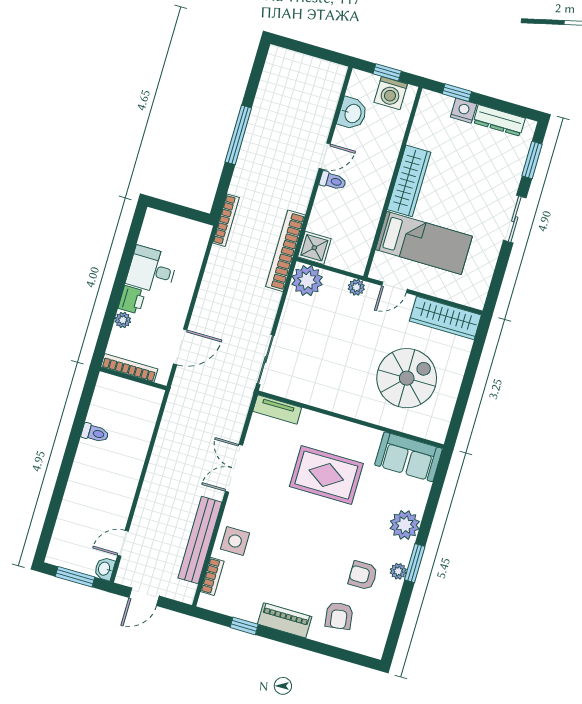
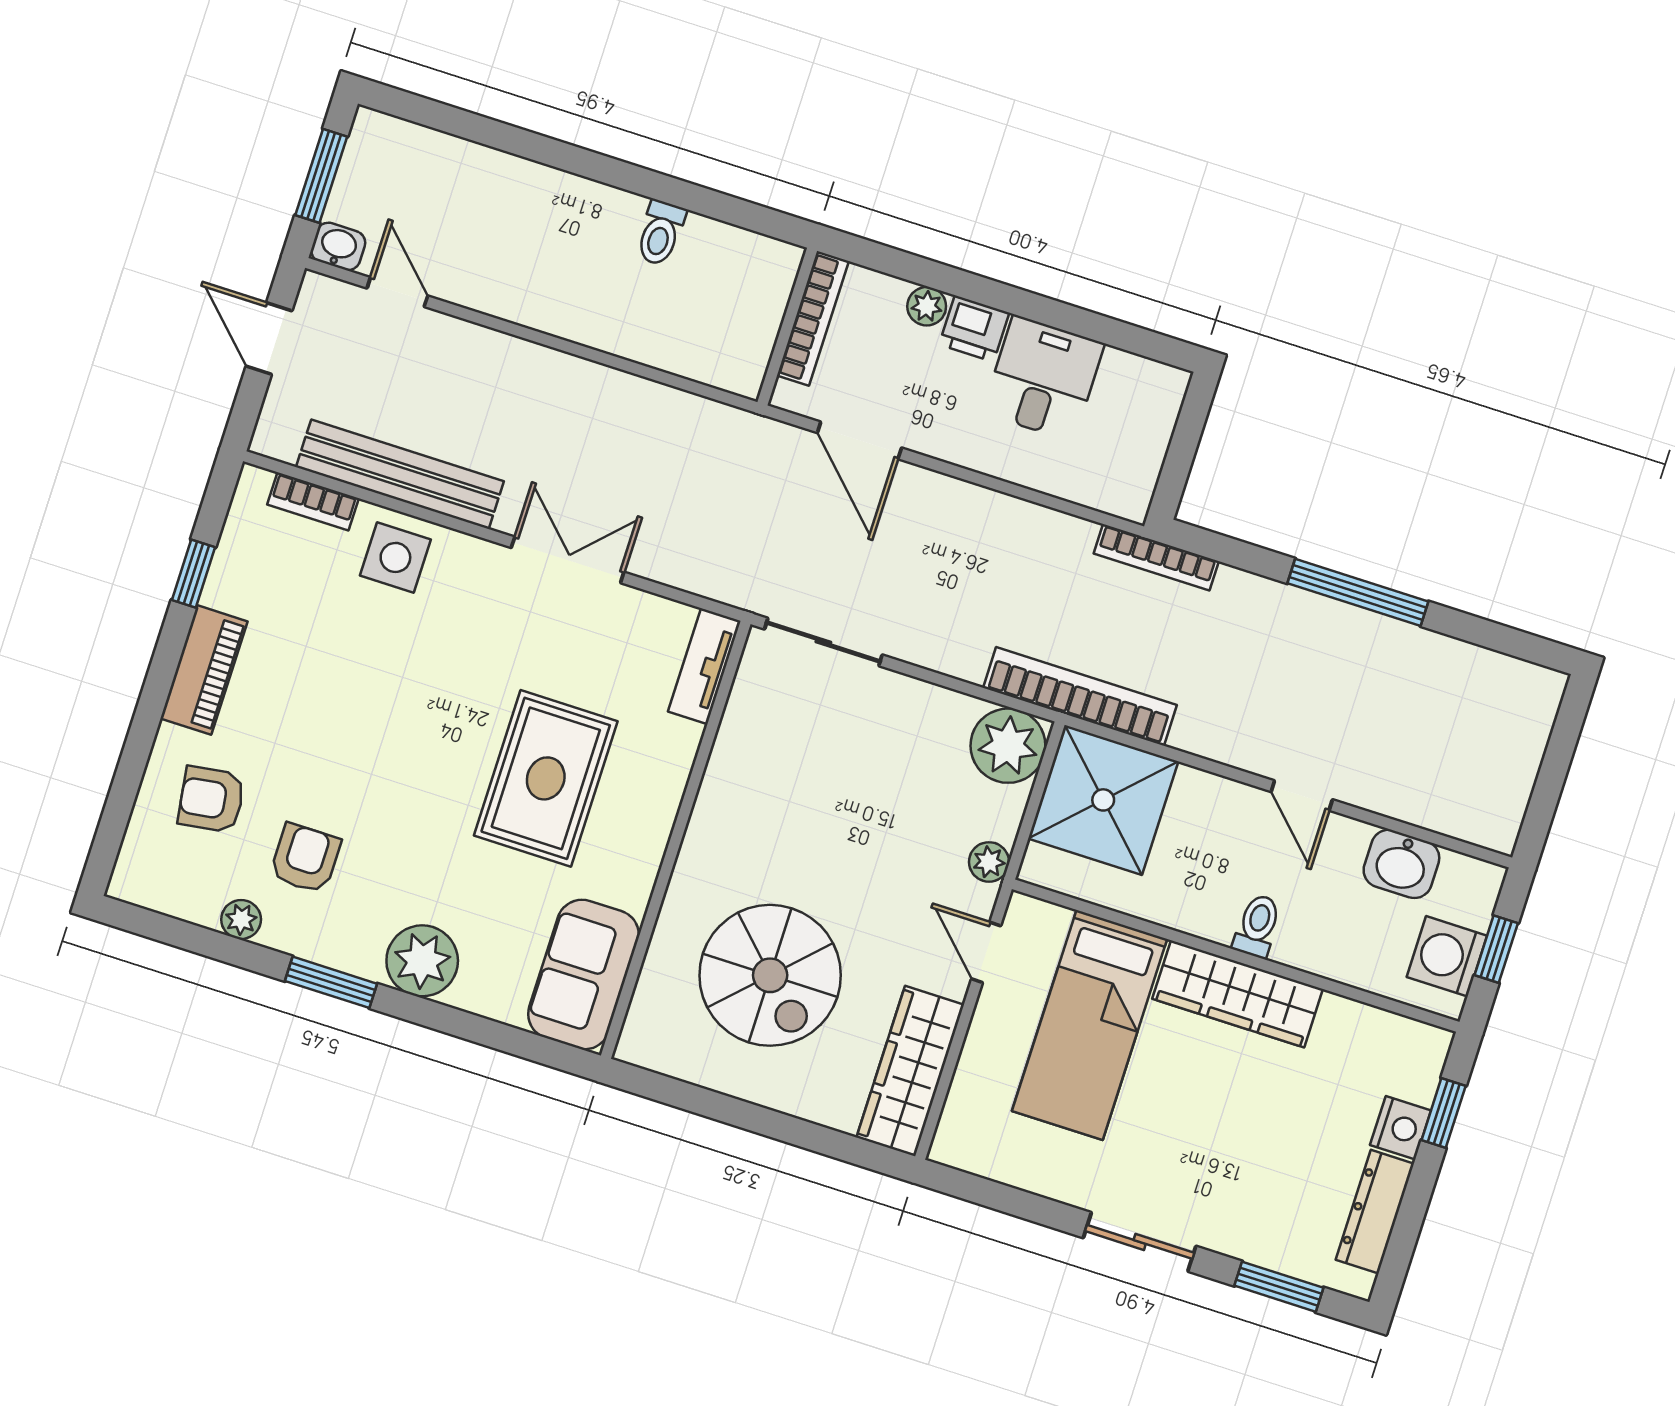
toilet: (333, 181) -> (1257, 926), moved, turned 180
shower: (314, 248) -> (1103, 800), width x1.86, depth x1.86
plant: (398, 571) -> (241, 919), moved

